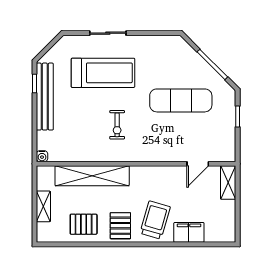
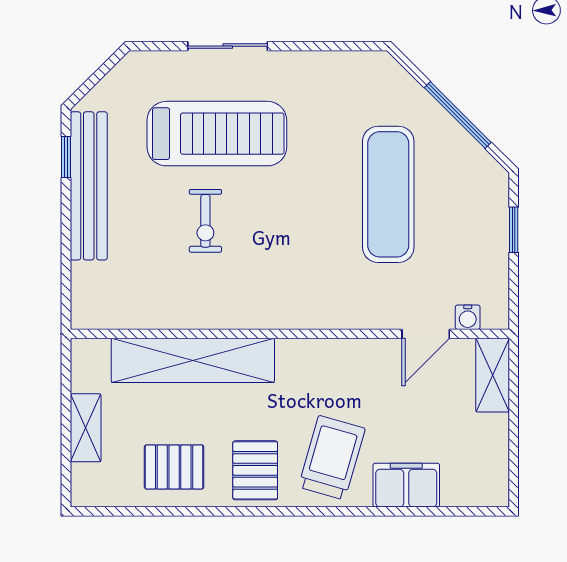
exercise mat: (181, 100) -> (388, 194), turned 90
exercise bike: (117, 125) -> (205, 221), moved
water cooler: (42, 156) -> (468, 317), moved

